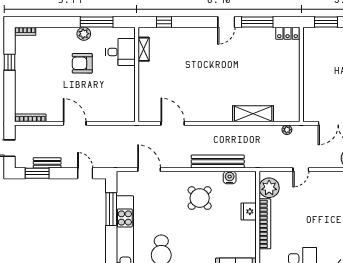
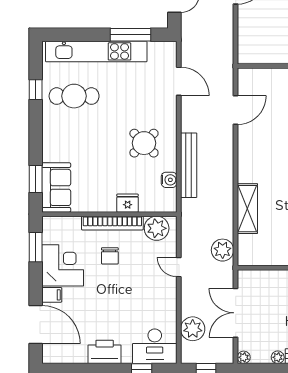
plant: (287, 130) -> (223, 250), width x1.88, depth x1.88
door: (149, 170) -> (179, 81), hinge flipped
chair: (292, 226) -> (110, 256), added

